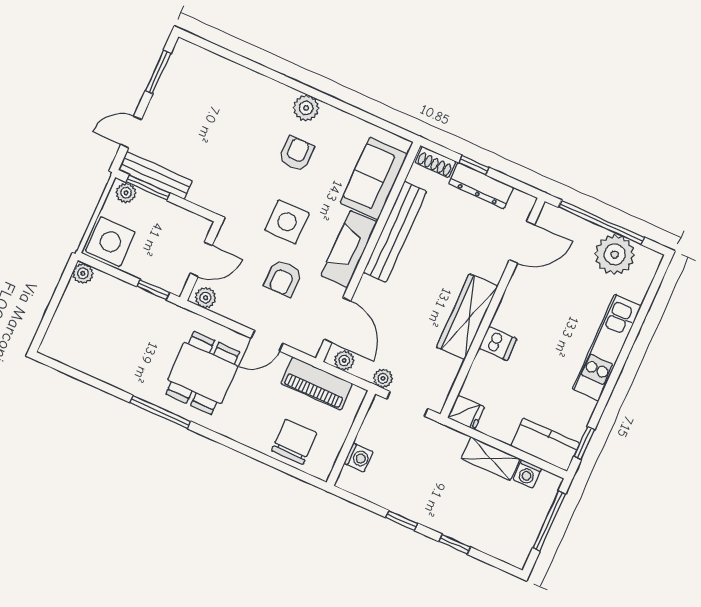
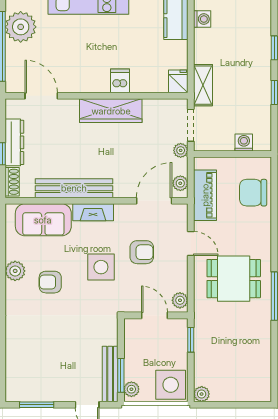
plant: (306, 108) -> (15, 271), moved
fireplace: (349, 249) -> (93, 212), width x0.73, depth x0.76
shelving: (490, 459) -> (203, 85), moved

